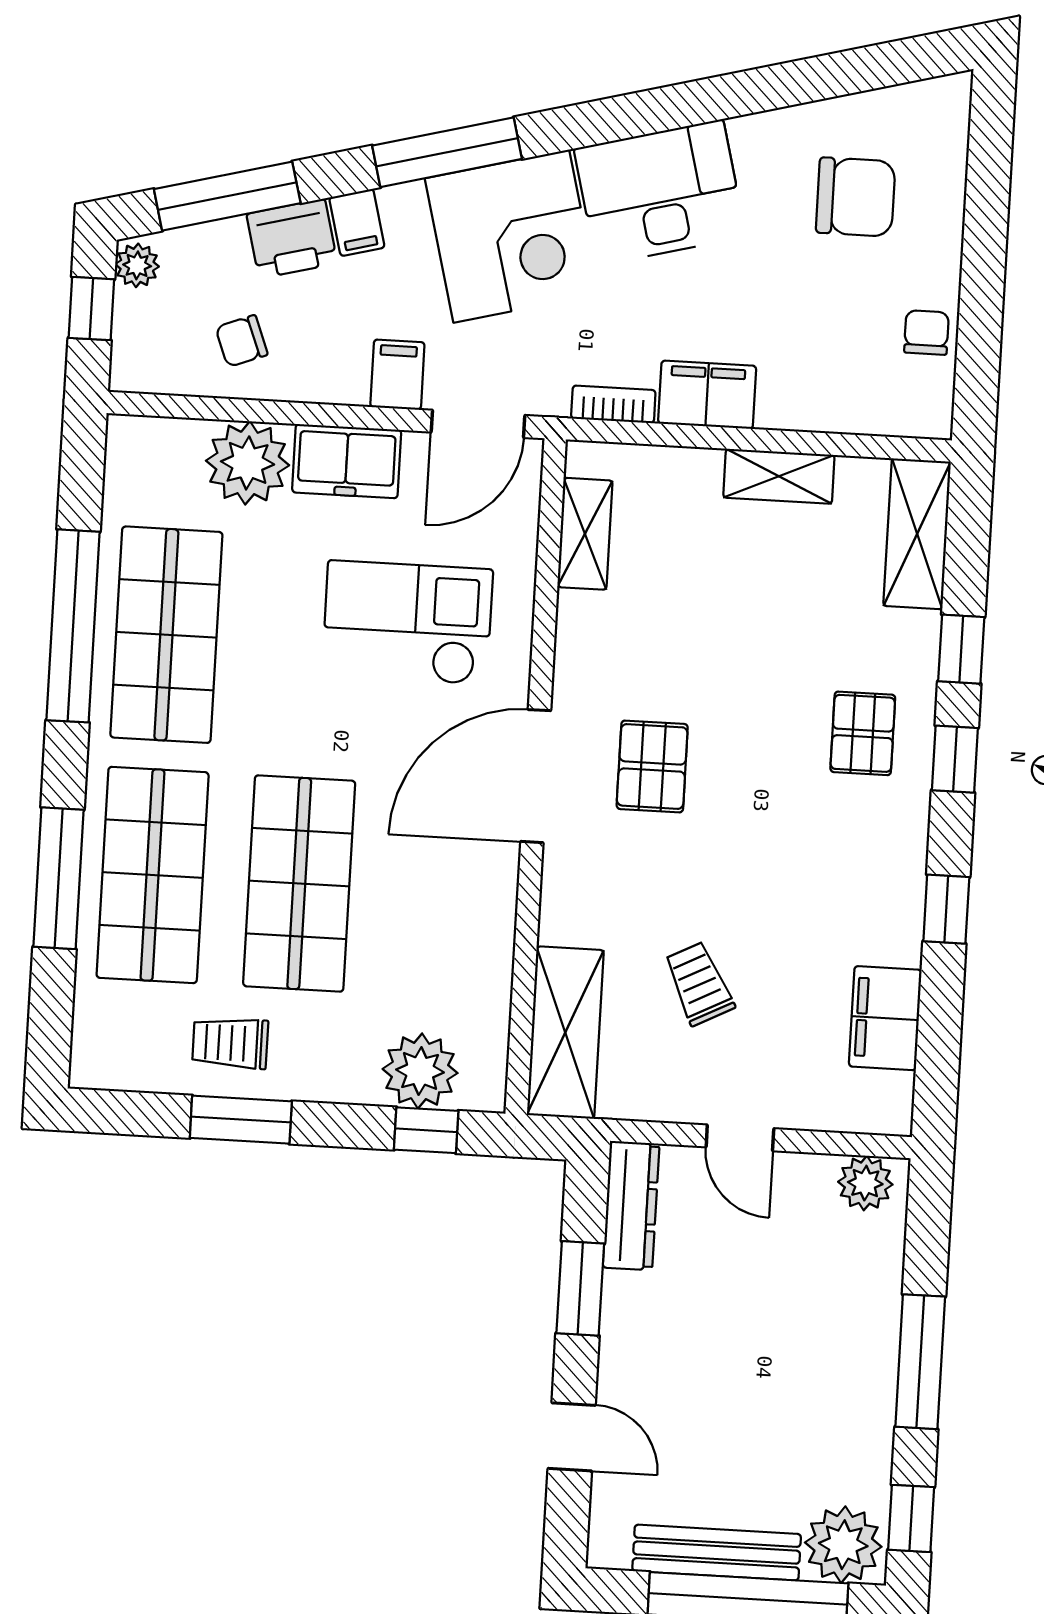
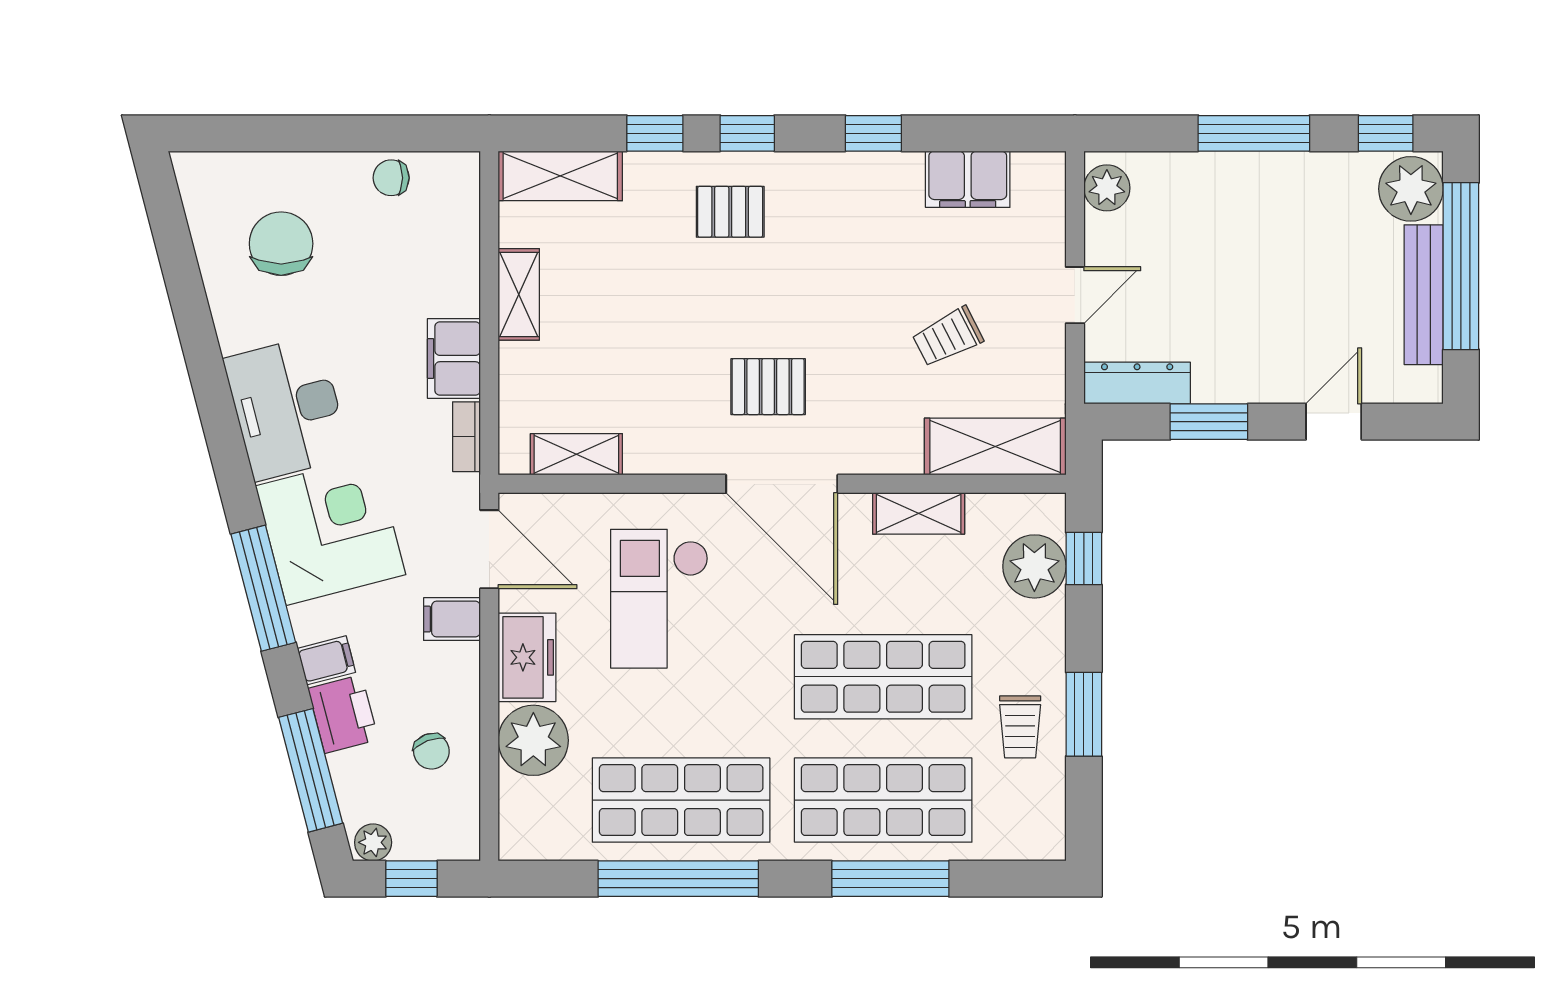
shelving: (491, 937) -> (919, 513), added

